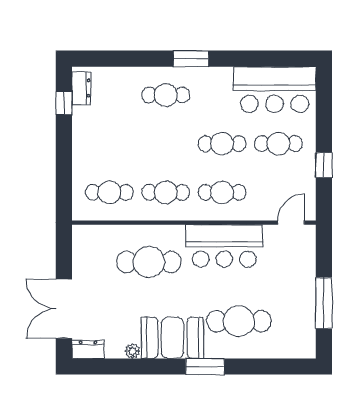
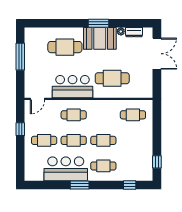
window: (116, 59) -> (130, 185), added
window: (191, 59) -> (80, 185), moved
dresser: (81, 88) -> (148, 170), removed
bar counter: (275, 90) -> (66, 169), moved
cafe table: (166, 192) -> (103, 140), moved
dresser: (88, 349) -> (134, 32), moved
window: (205, 367) -> (99, 23), moved

